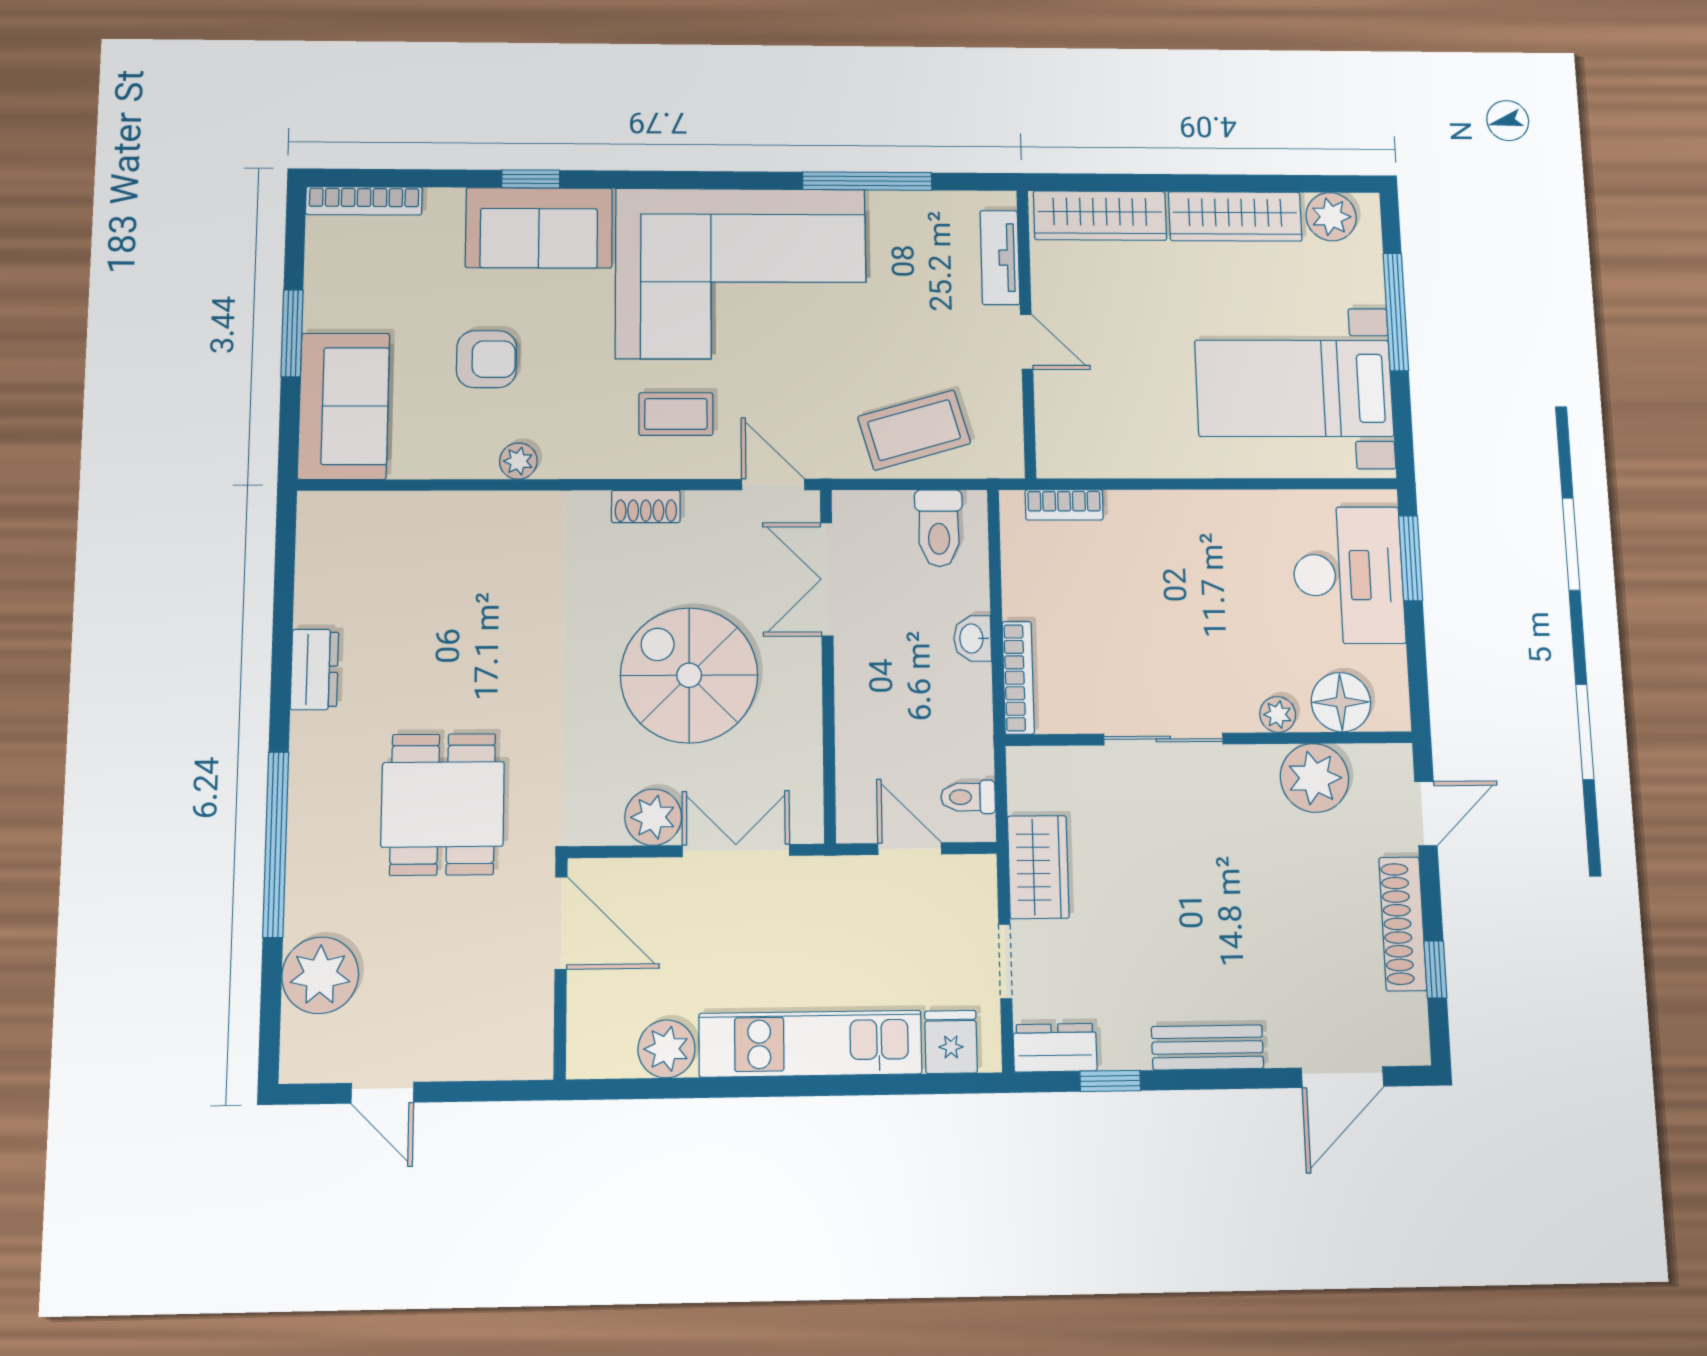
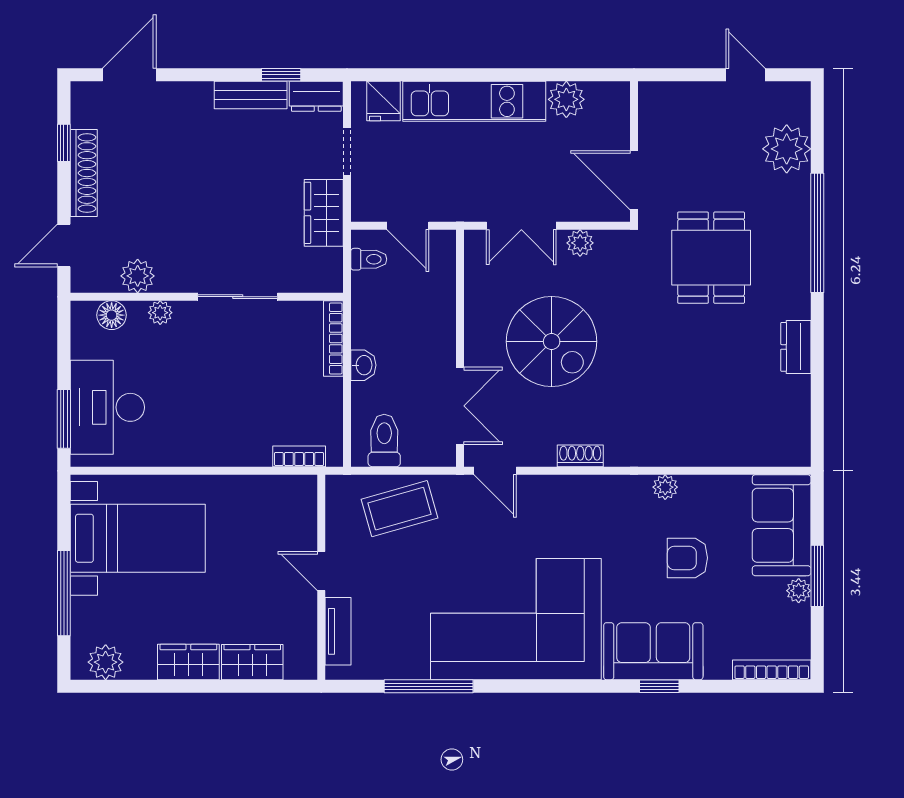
wardrobe: (1100, 216) -> (252, 662), width x0.67
wardrobe: (1235, 216) -> (188, 662), width x0.67
plant: (321, 312) -> (799, 591), added
coffee table: (676, 414) -> (560, 520), removed
floor lamp: (1341, 702) -> (112, 315), width x0.73, depth x0.73
plant: (1315, 778) -> (138, 276), width x0.73, depth x0.73
plant: (653, 817) -> (580, 243), width x0.73, depth x0.73
bench: (1208, 1047) -> (251, 95), moved

